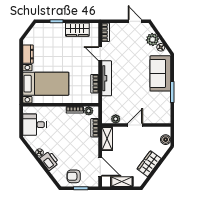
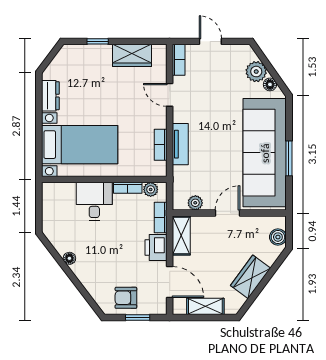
door: (135, 21) -> (210, 41), moved
sofa: (160, 73) -> (265, 153), width x1.85, depth x1.27
tv unit: (107, 78) -> (180, 144), width x0.71
desk: (34, 125) -> (94, 201), moved, turned 90
printer: (49, 161) -> (156, 248), moved, turned -143

